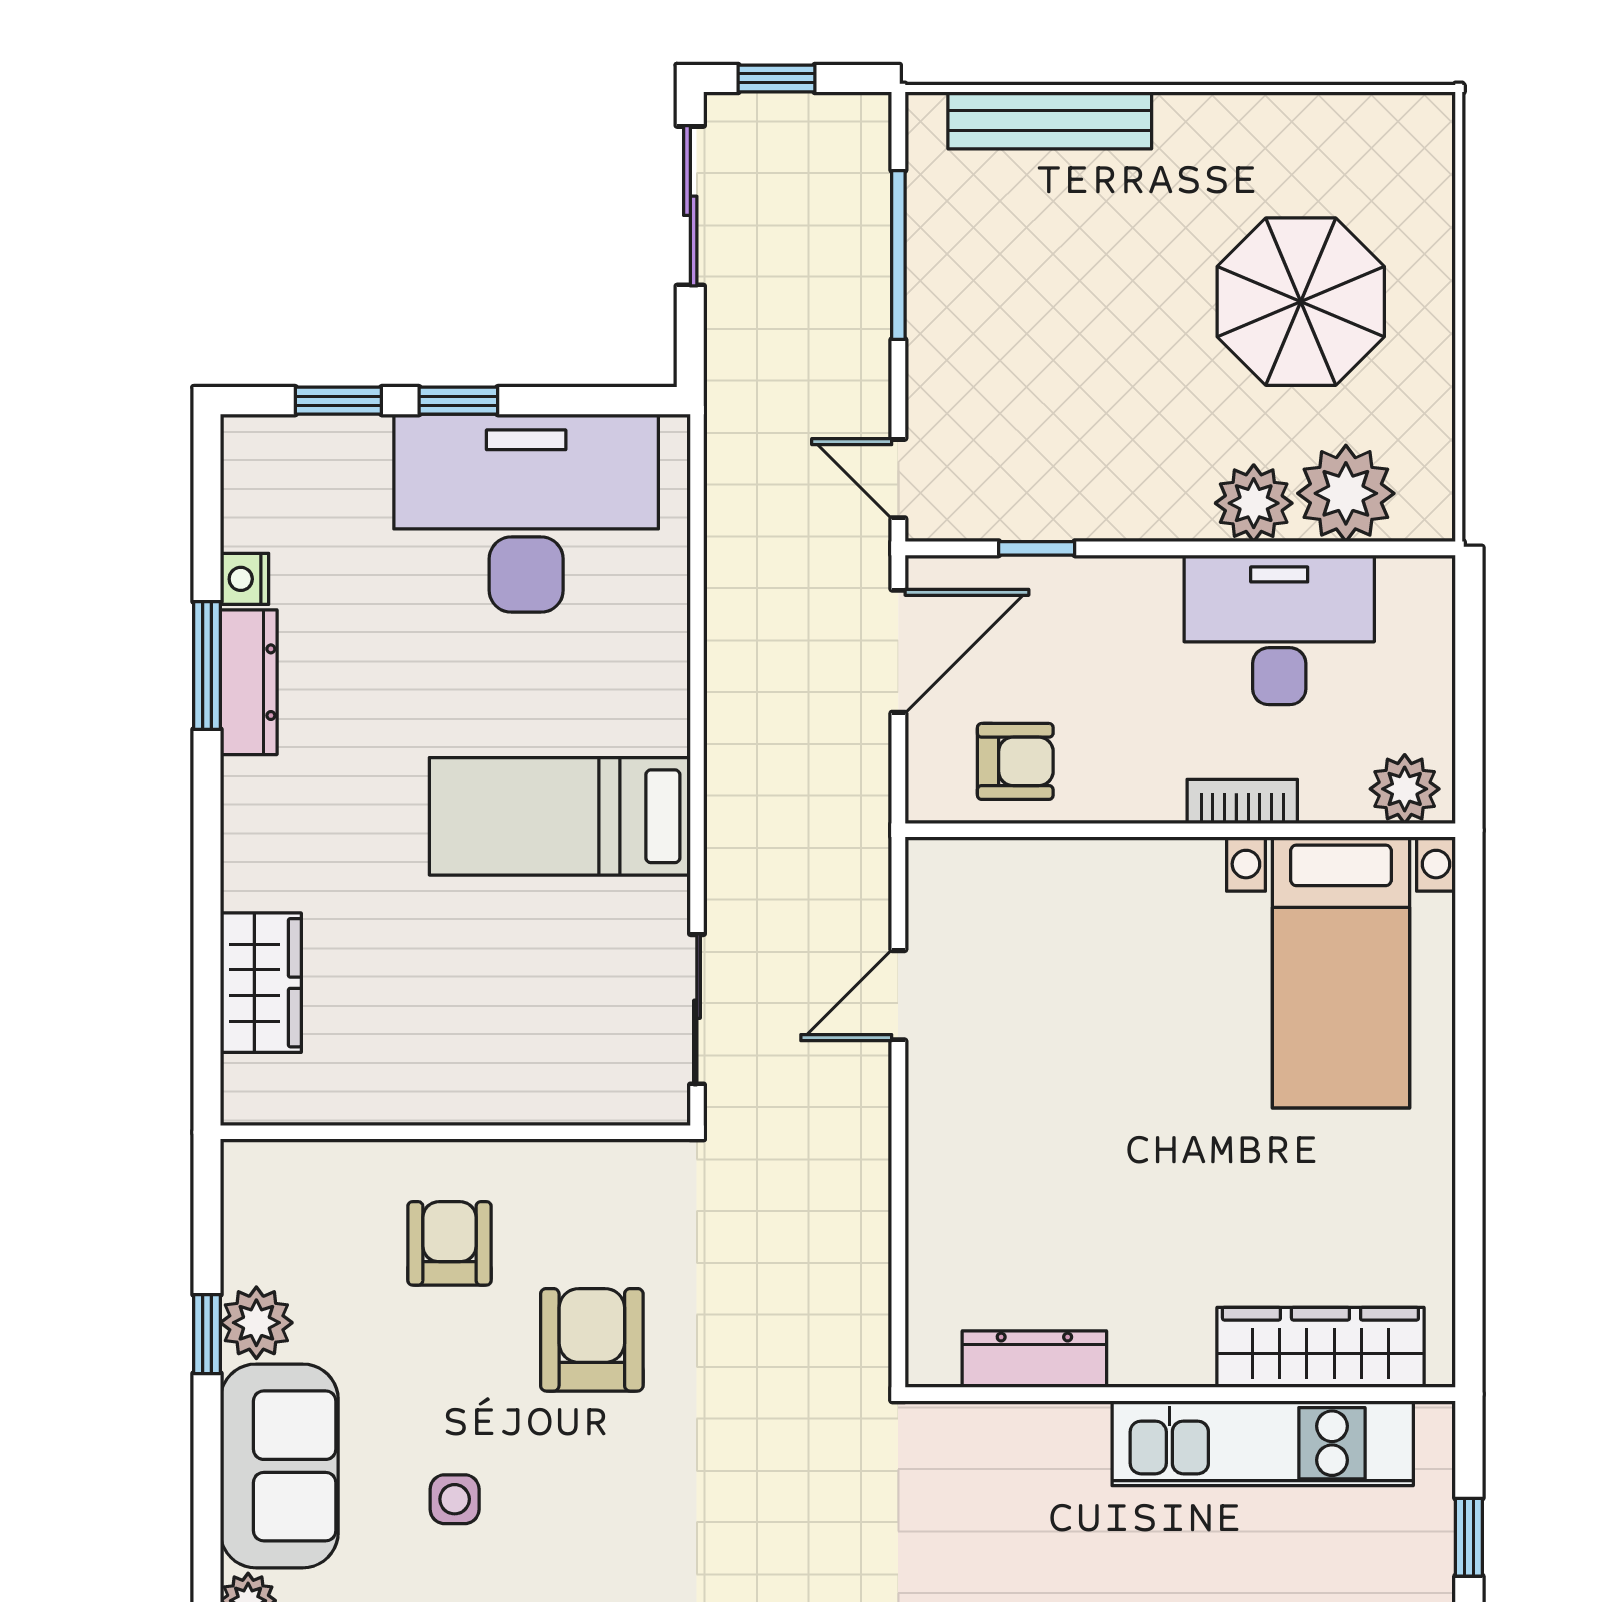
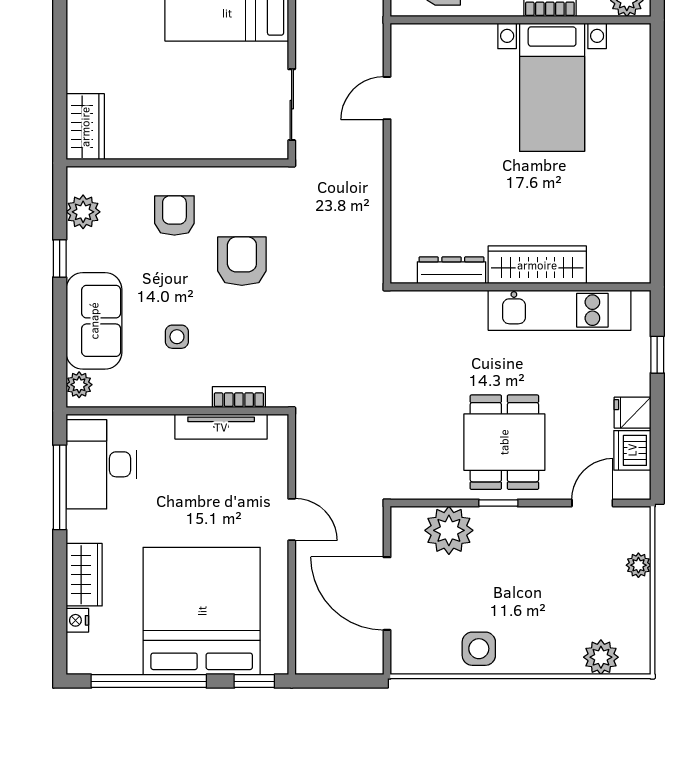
bed with nightstands: (1341, 972) -> (552, 87), moved
wardrobe: (261, 983) -> (85, 127), moved
plant: (256, 1323) -> (83, 212), moved
wardrobe: (1320, 1347) -> (537, 265), moved

